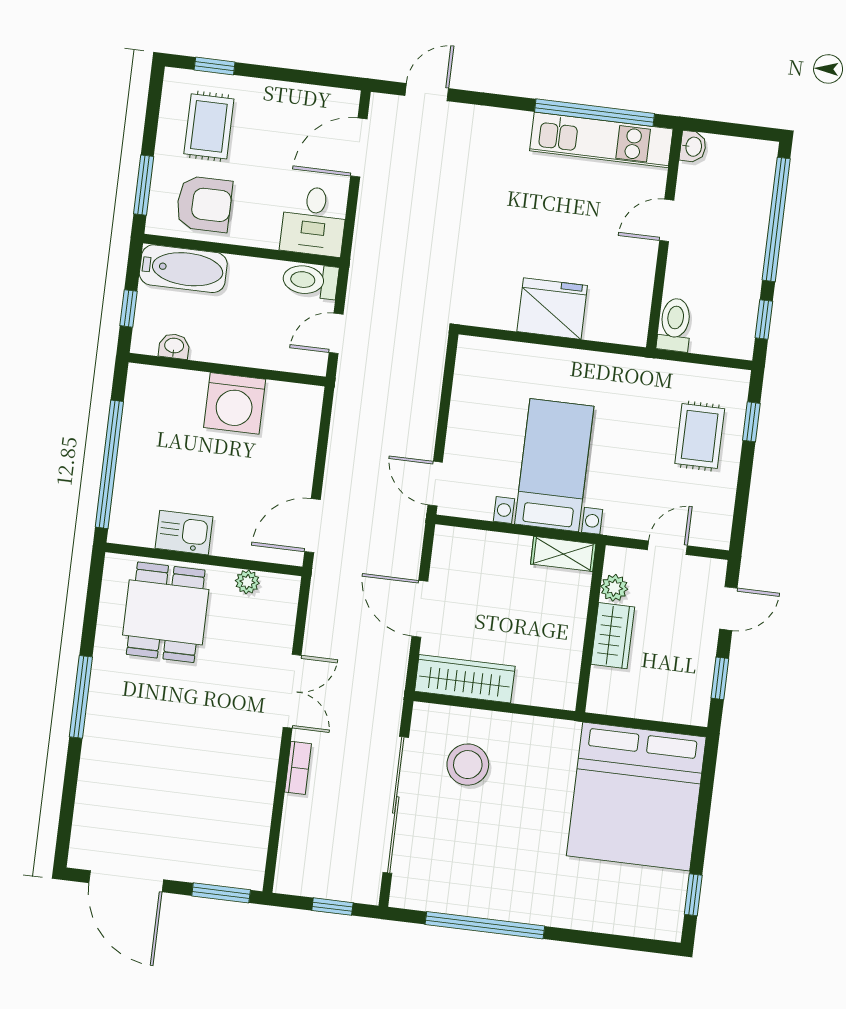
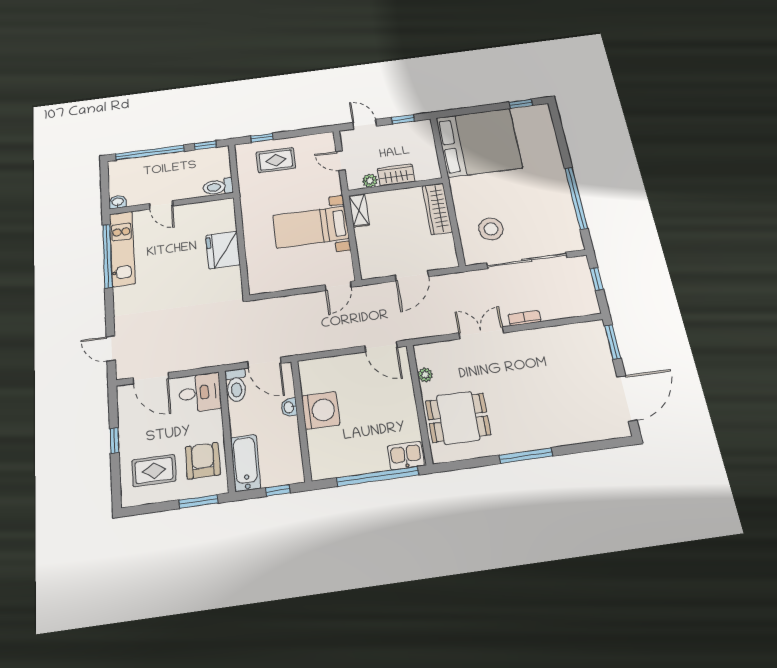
window: (215, 66) -> (114, 440), moved
door: (336, 333) -> (264, 363), width x1.38
washbasin: (174, 346) -> (289, 407), moved
kitchen sink: (184, 533) -> (406, 456), moved, turned 90
wardrobe: (465, 679) -> (437, 209), moved

